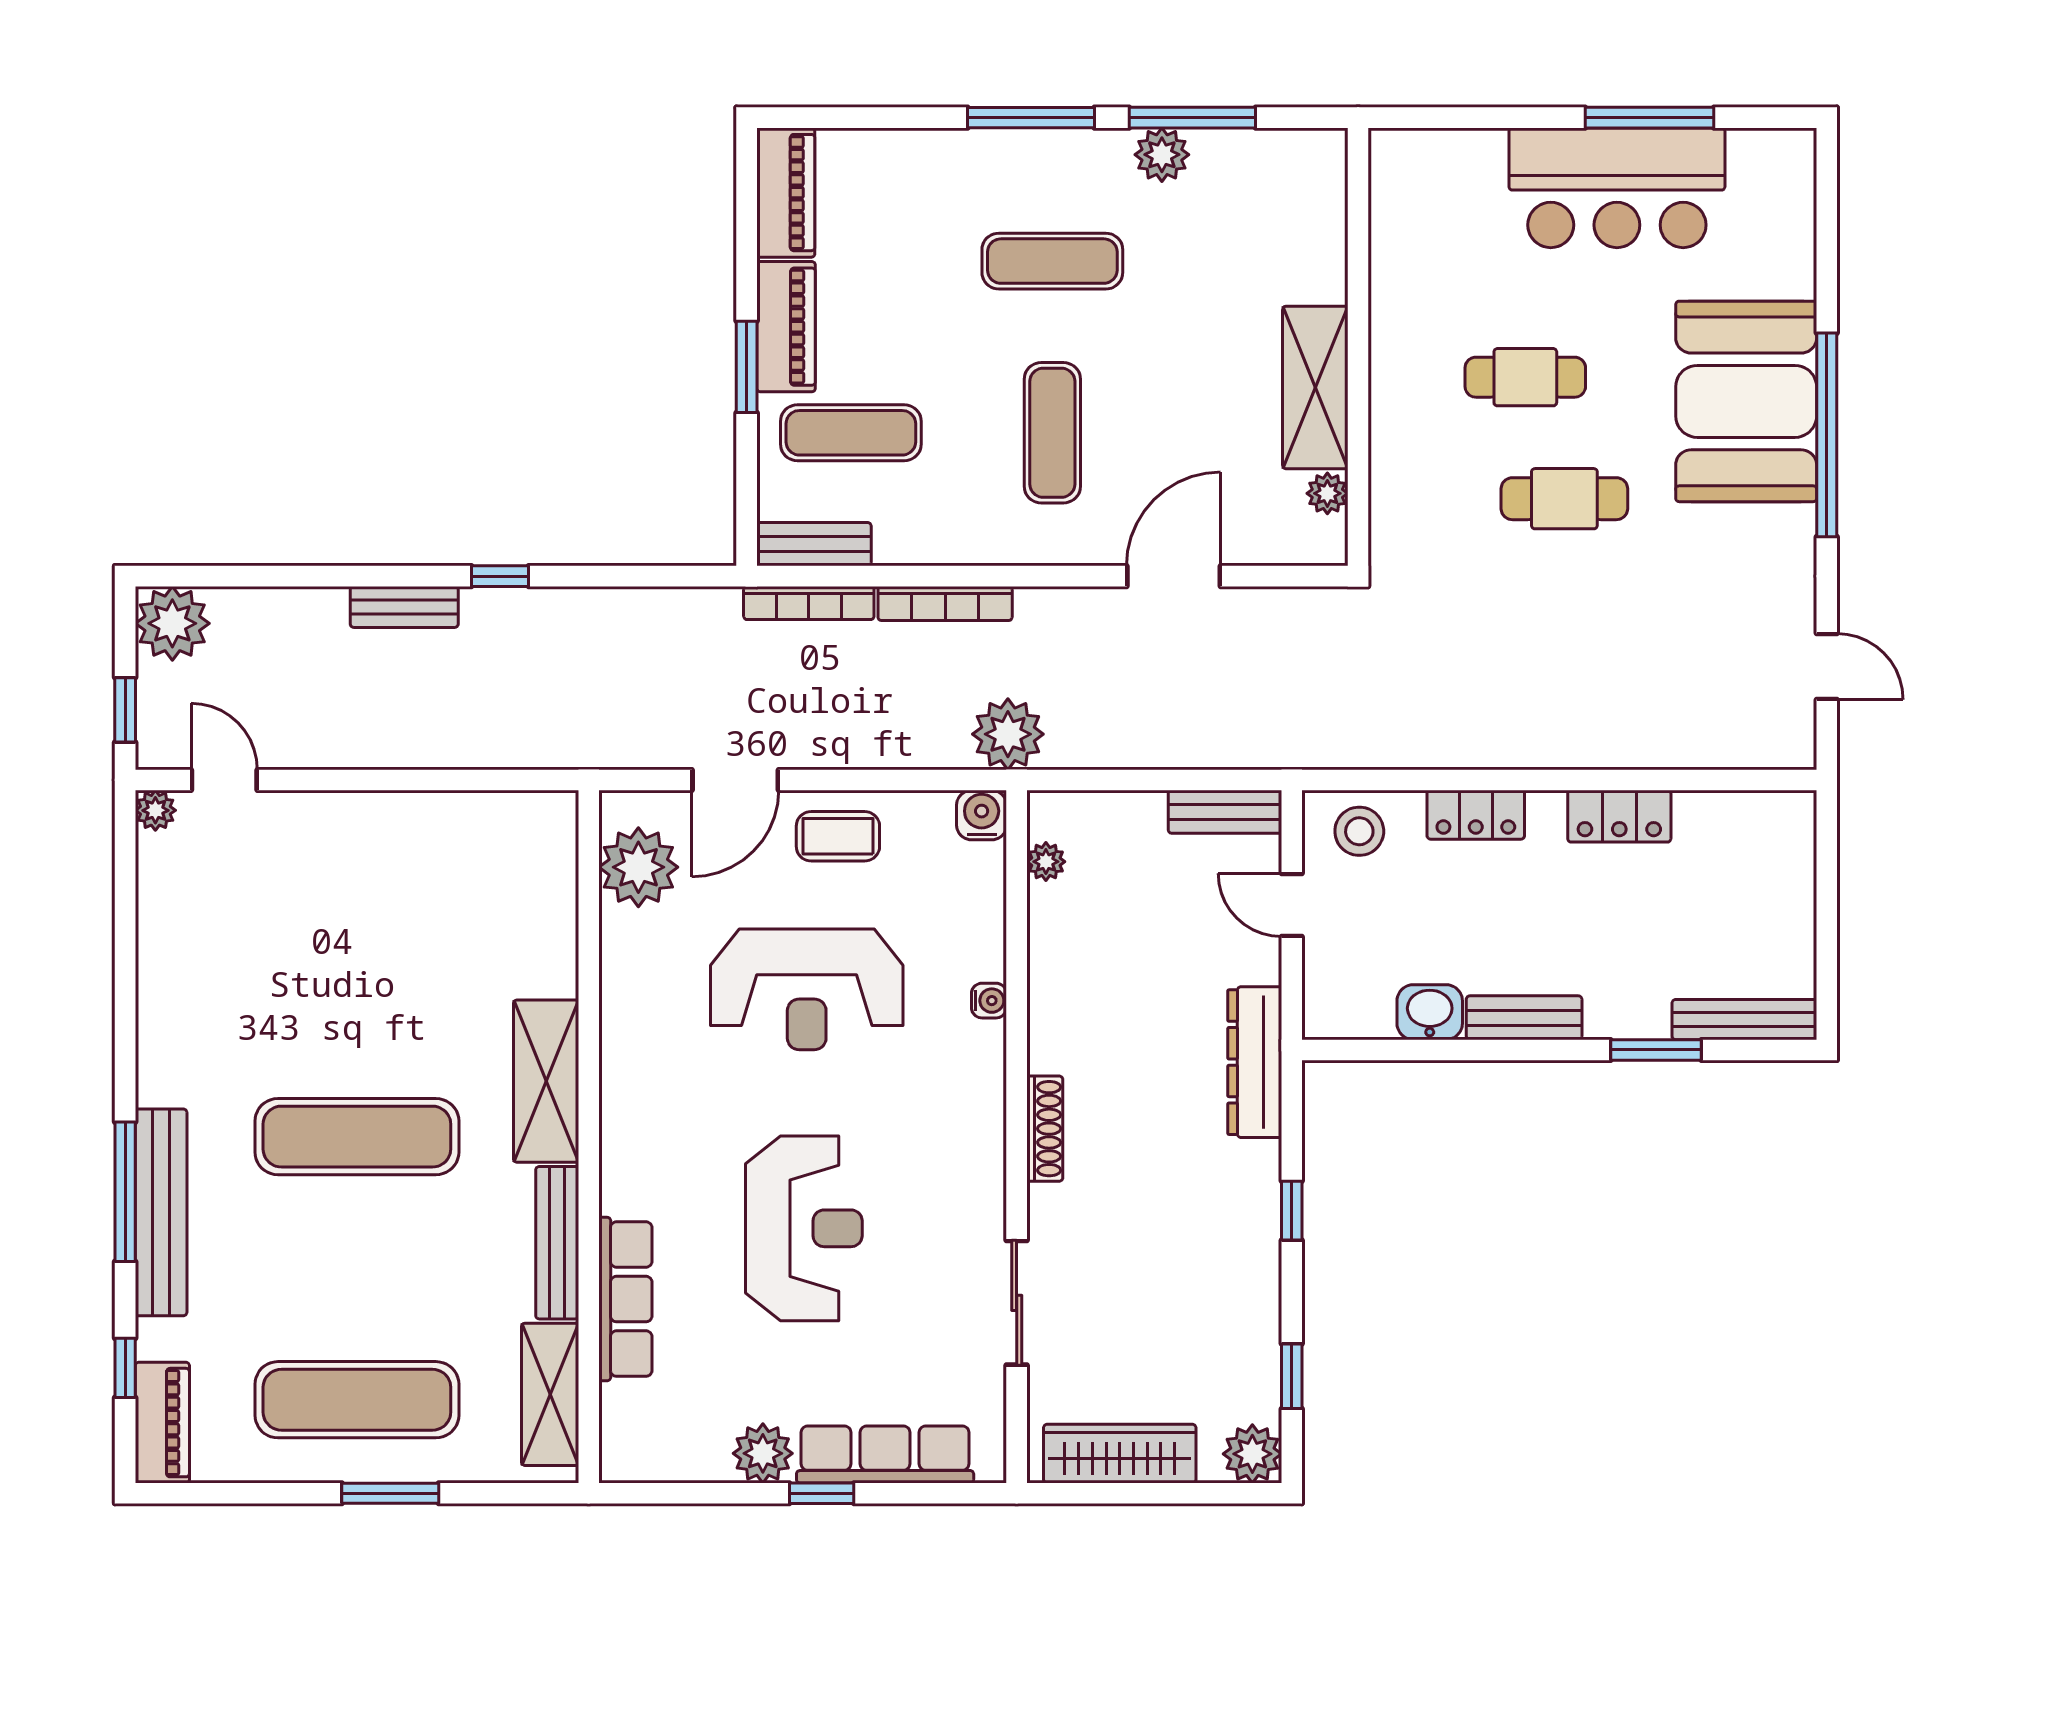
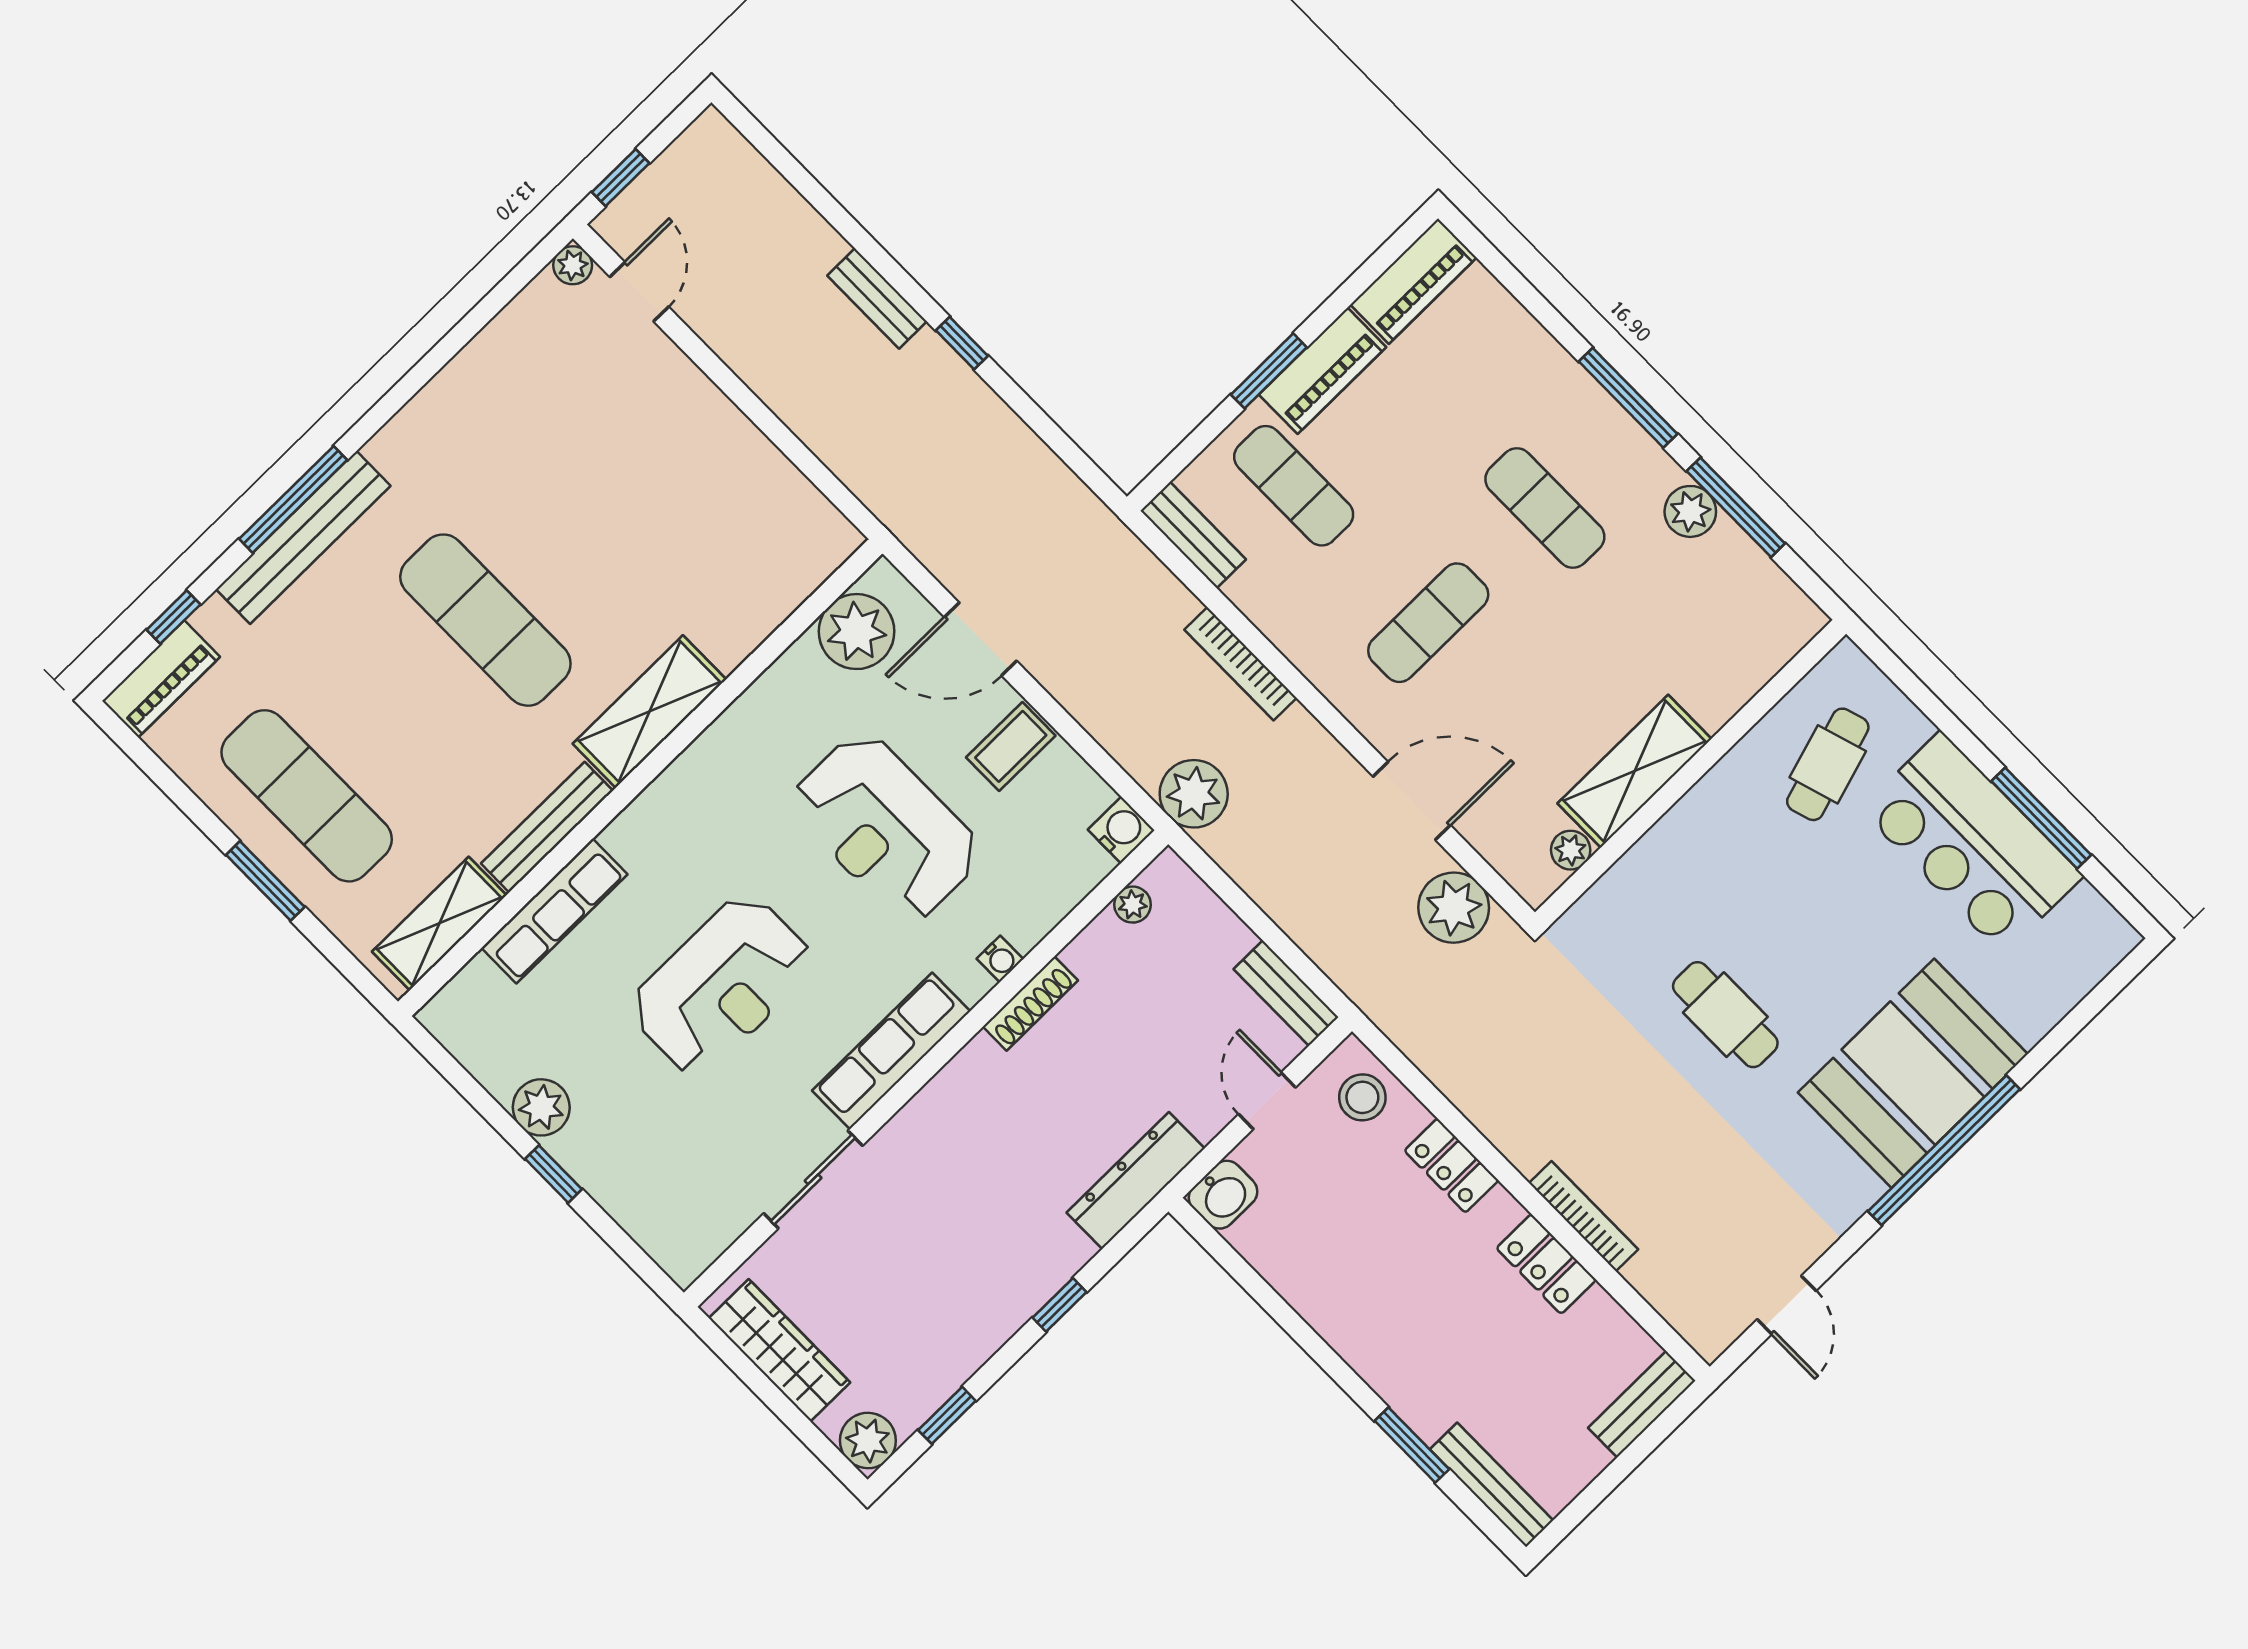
cafe table: (1525, 377) -> (1828, 764), moved, turned 73
bookcase: (809, 603) -> (1584, 1216), moved, turned 180
plant: (172, 623) -> (1454, 908), moved
coffee table: (838, 836) -> (1011, 746), turned 90
washbasin: (1430, 1012) -> (1223, 1195), moved, turned 90
bench: (1524, 1018) -> (1642, 1404), moved, turned 90
shoe rack: (1045, 1129) -> (1030, 1003), moved
row of seats: (885, 1454) -> (891, 1051), moved, turned -90

